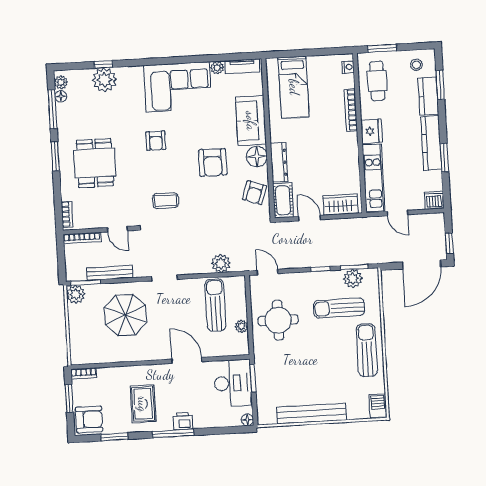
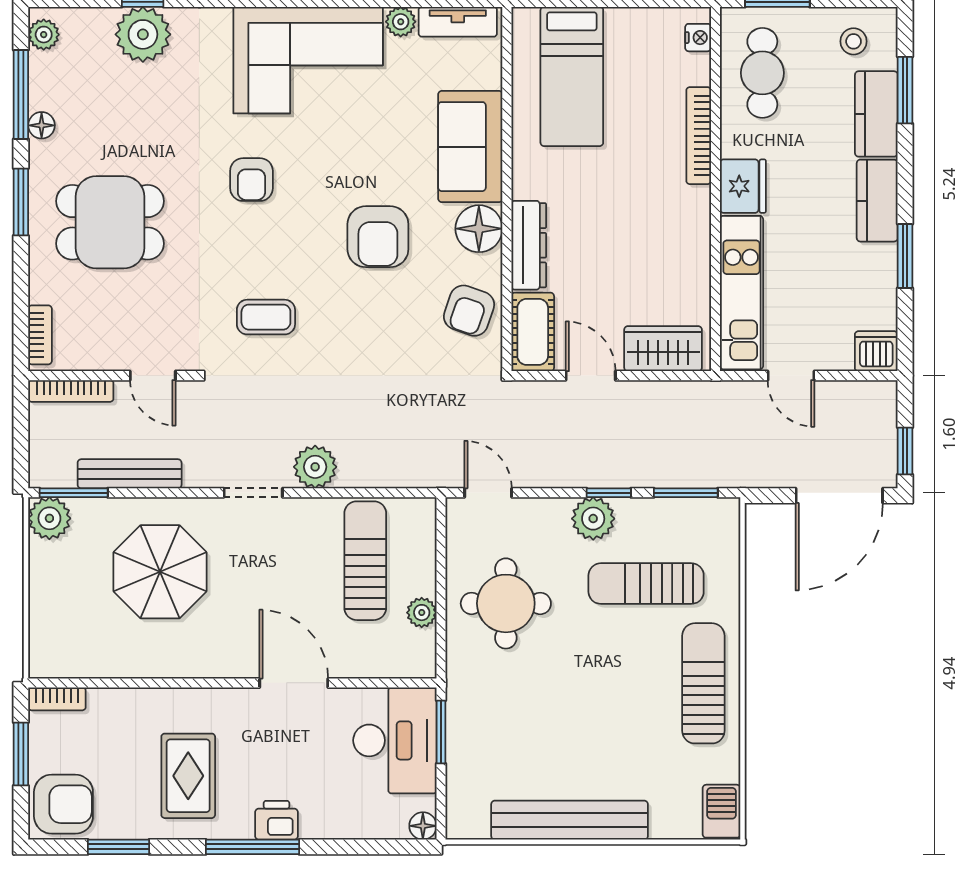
floor lamp: (61, 96) -> (42, 125), moved
kitchen counter: (431, 143) -> (877, 201), width x0.67
dining table: (95, 163) -> (110, 222), turned 90
plant: (221, 263) -> (315, 467), moved
plant: (353, 278) -> (593, 519), moved

